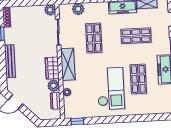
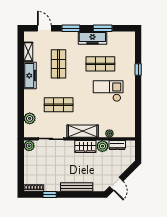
checkout: (111, 89) -> (108, 91), width x0.73, depth x0.83
window: (77, 121) -> (138, 70), moved

